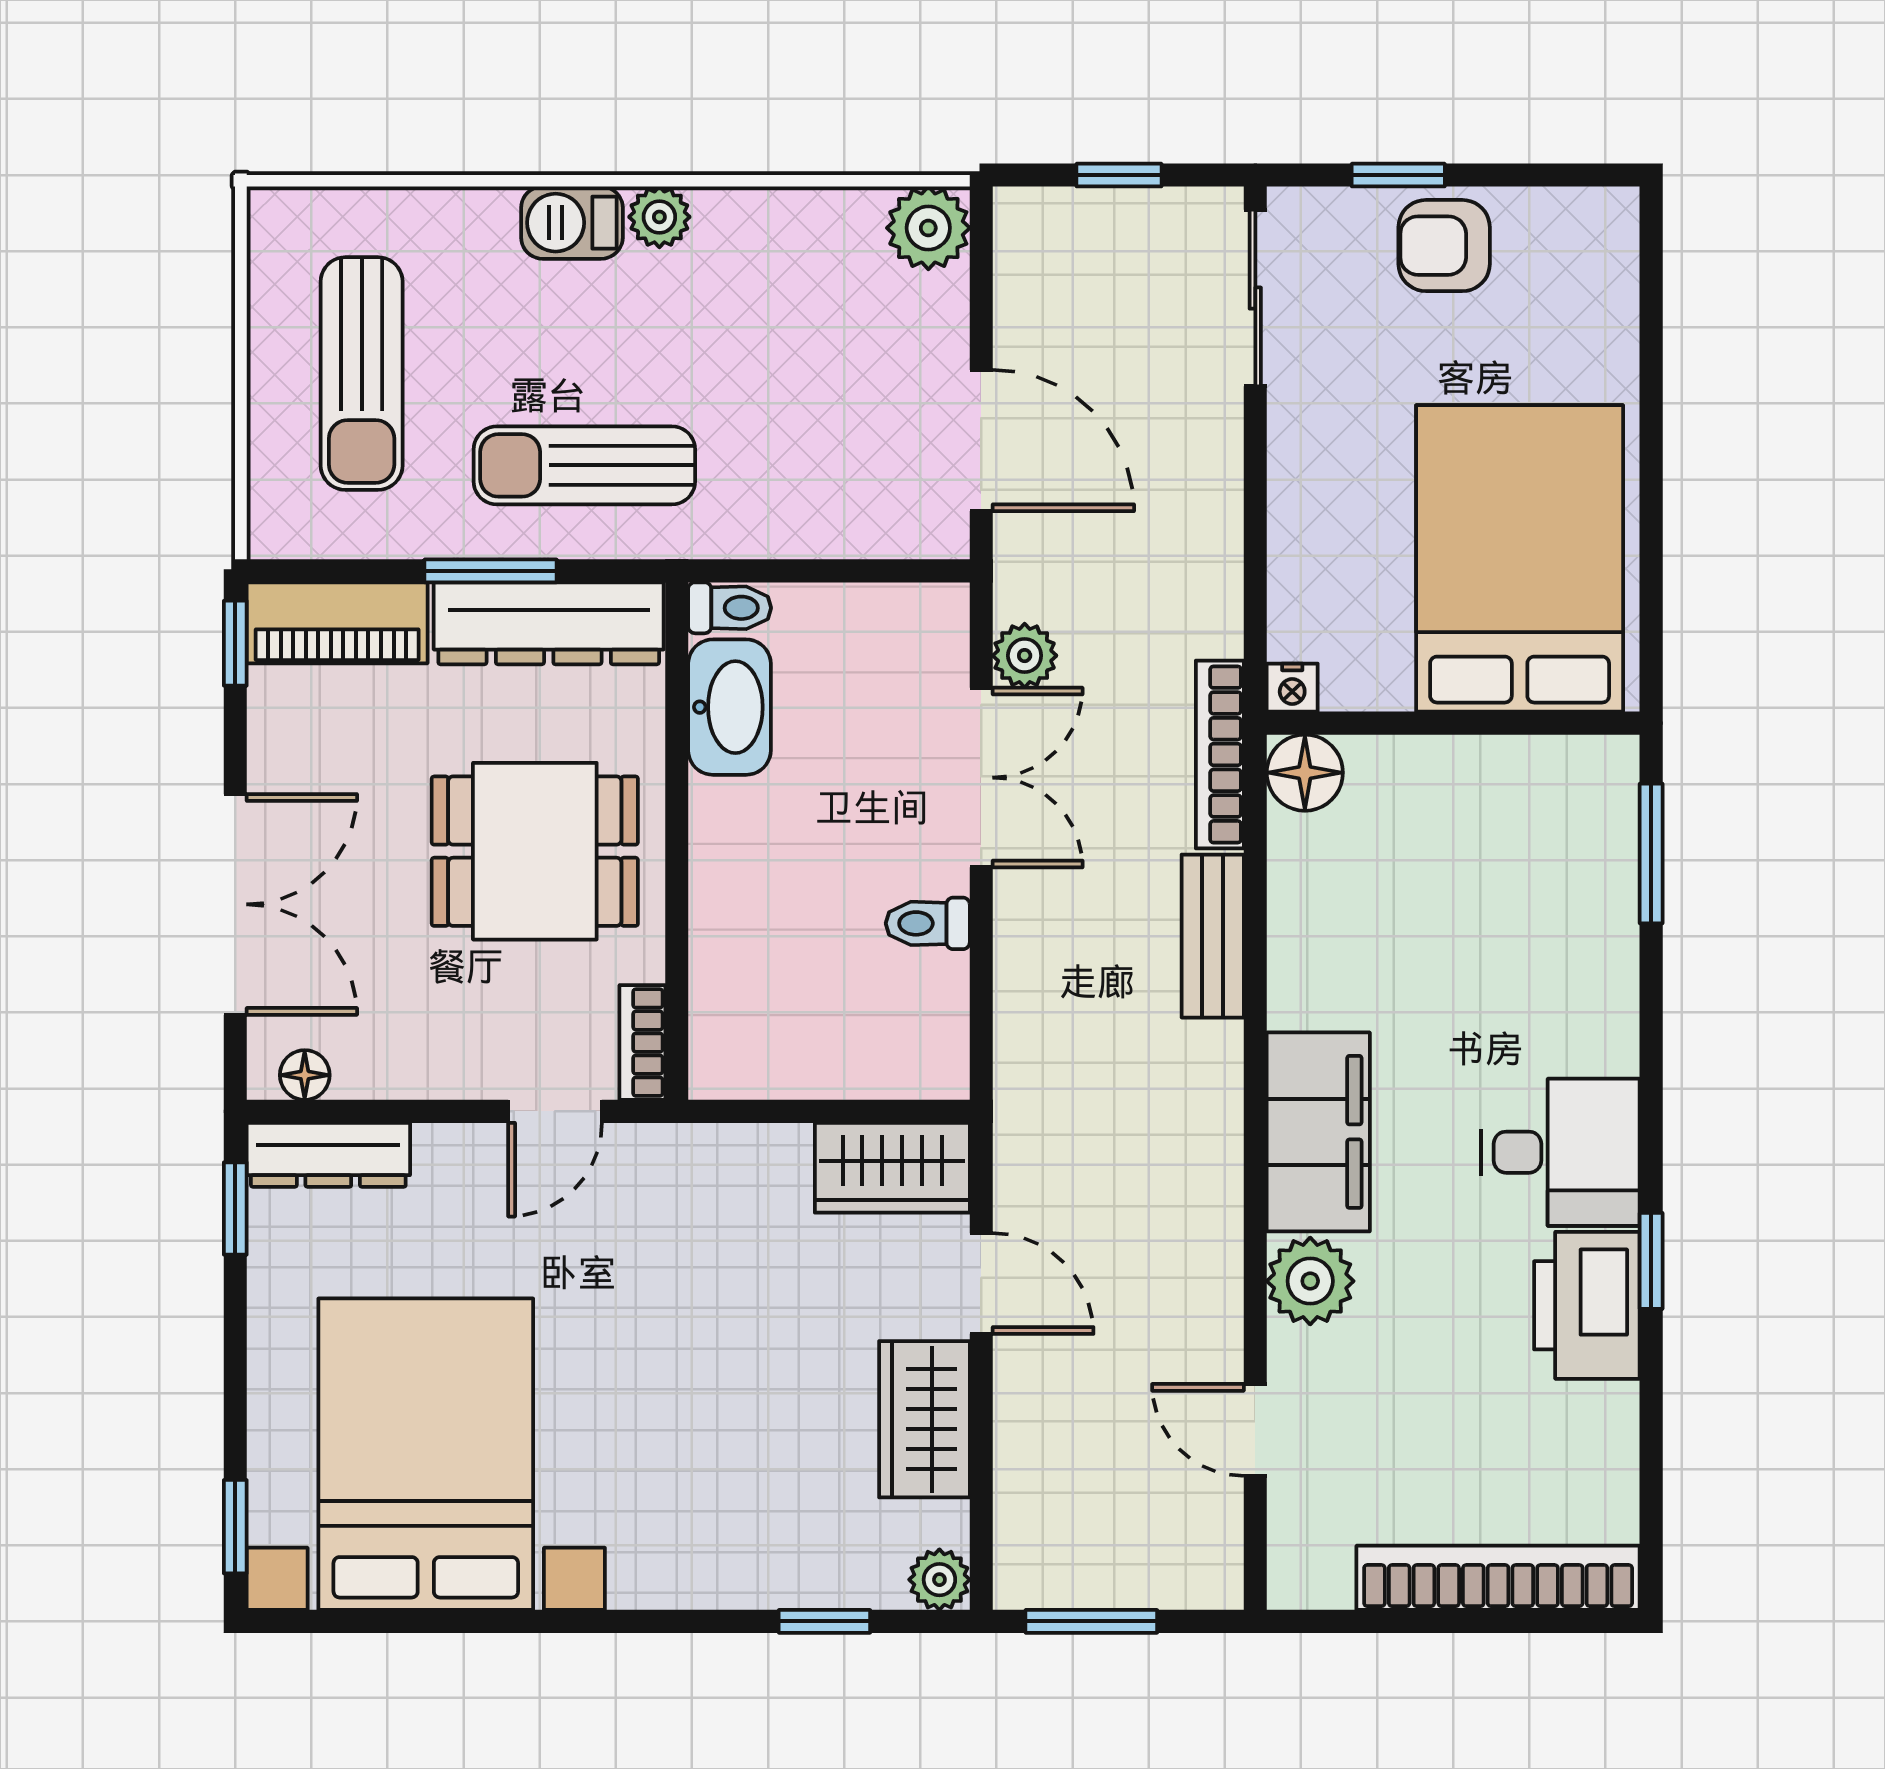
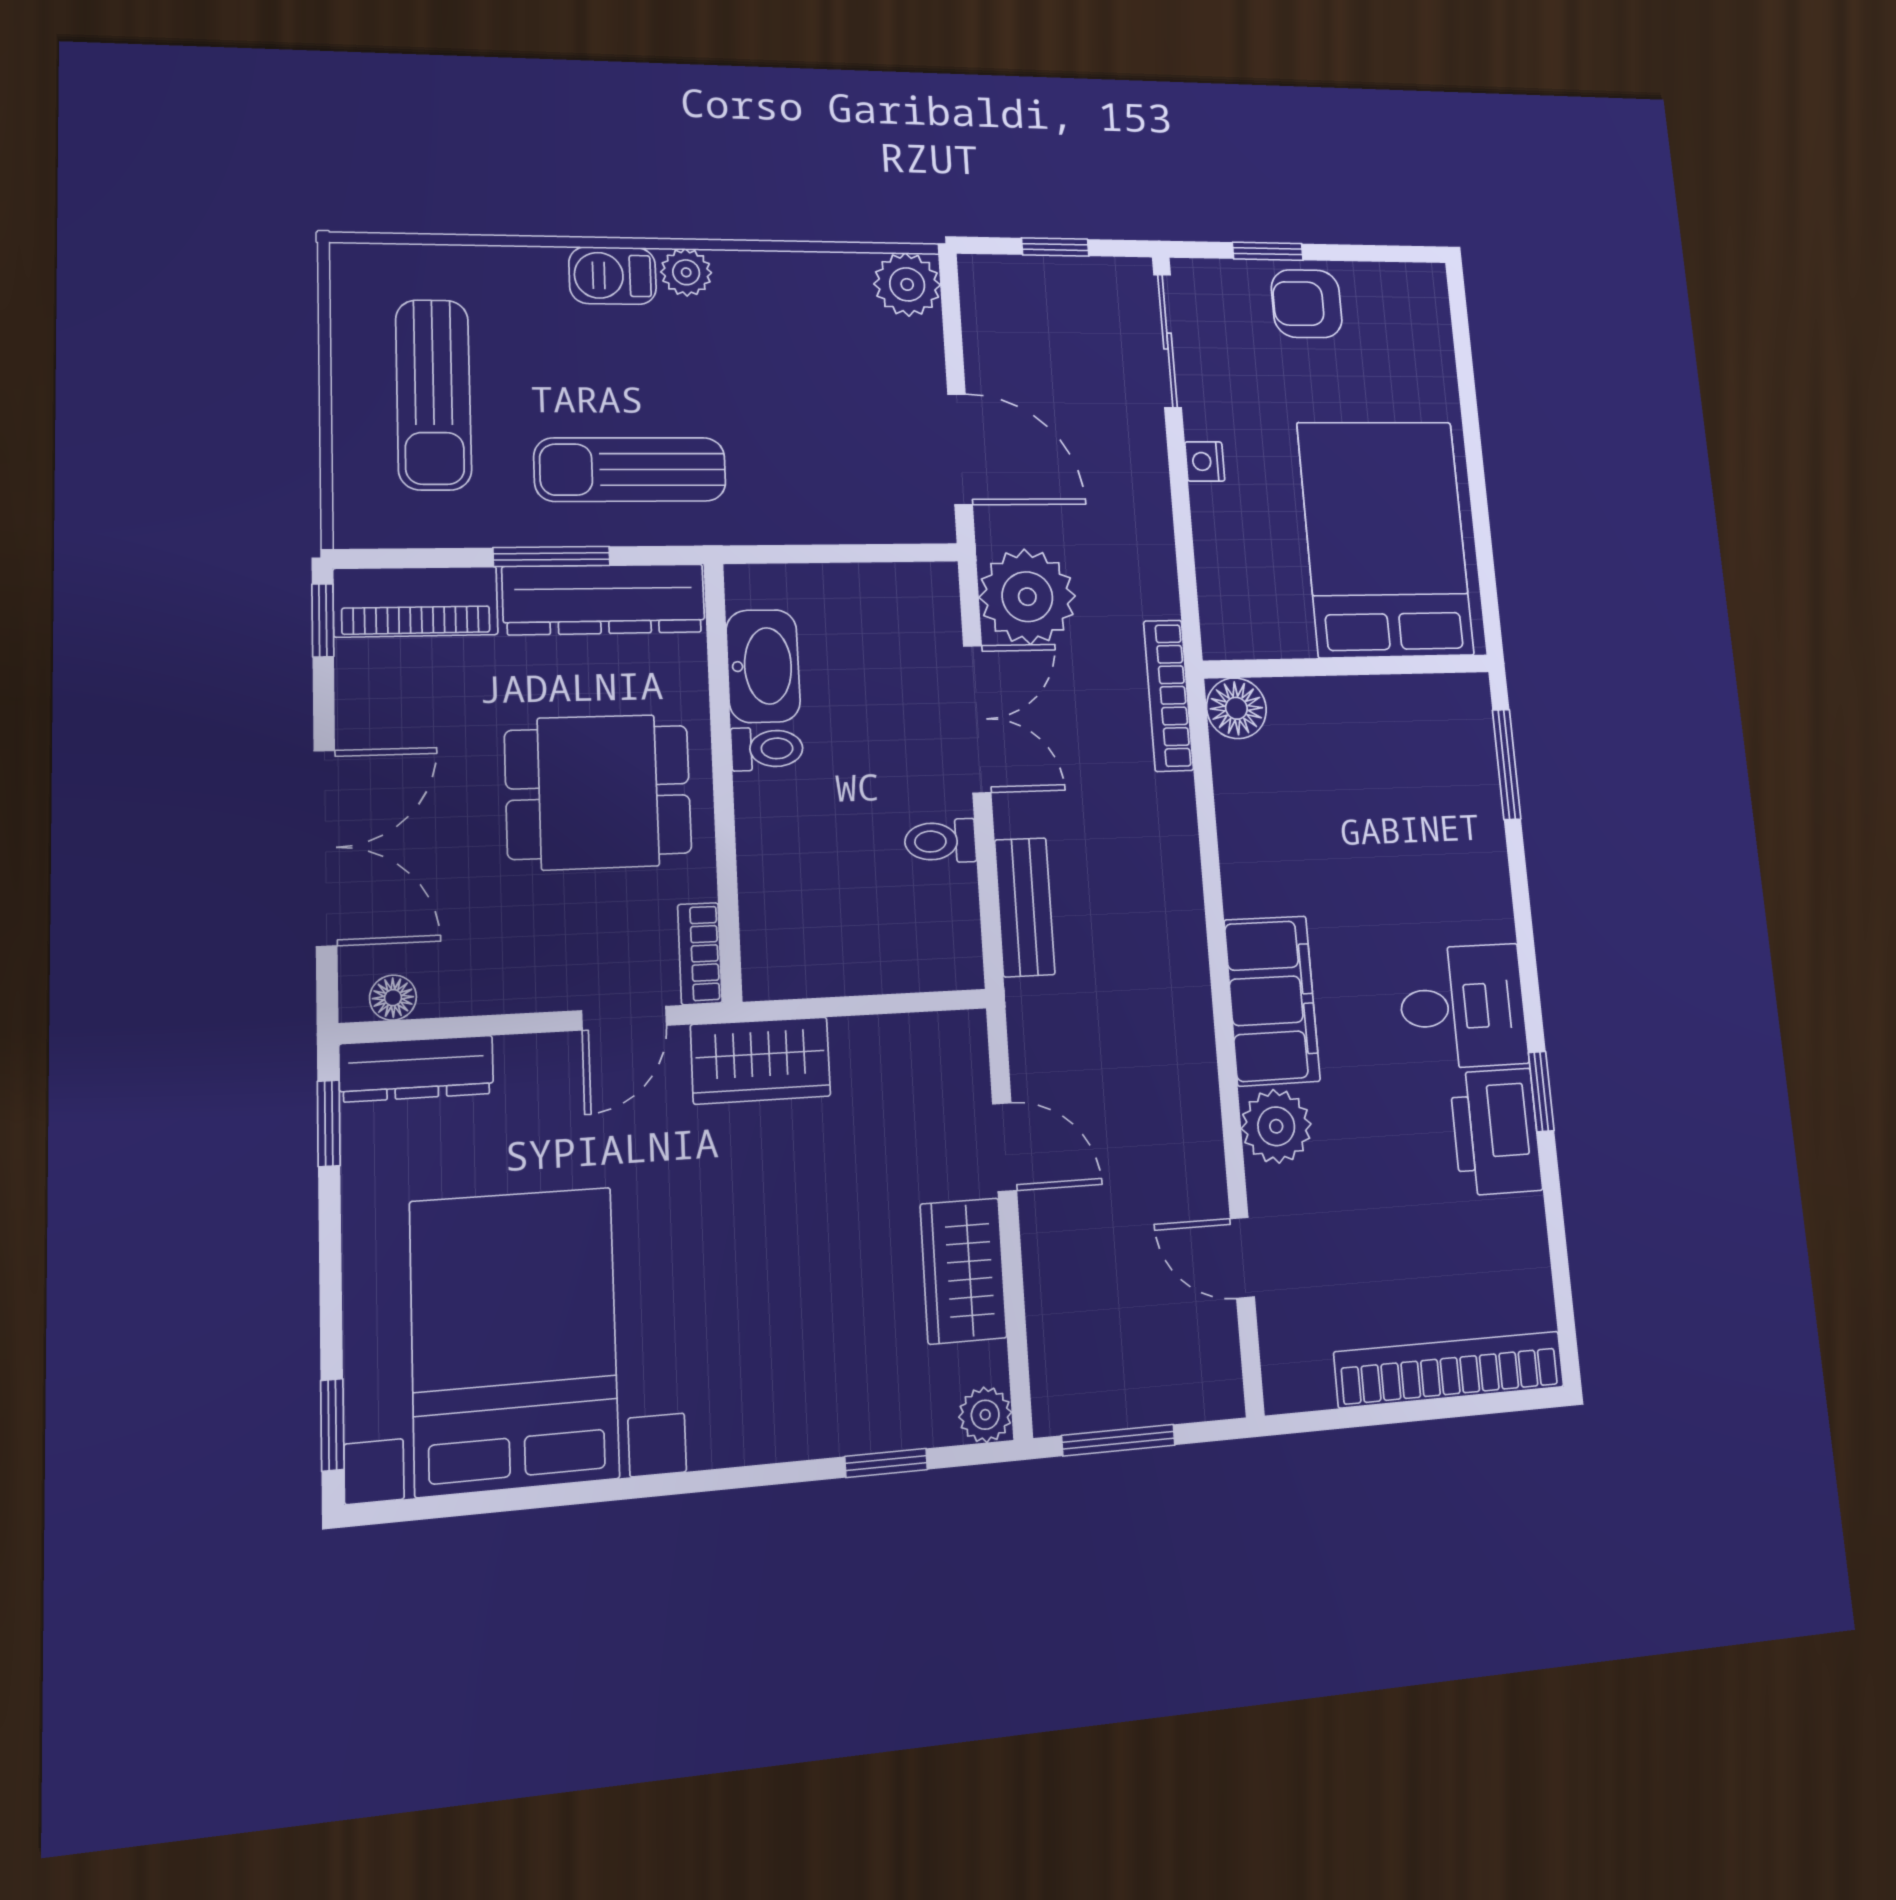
toilet: (730, 608) -> (767, 749), moved
plant: (1025, 656) -> (1027, 597), width x1.88, depth x1.88
nightstand: (1292, 688) -> (1205, 461), moved, turned 90
bench: (1213, 936) -> (1025, 907), moved
wardrobe: (892, 1168) -> (761, 1060), moved

